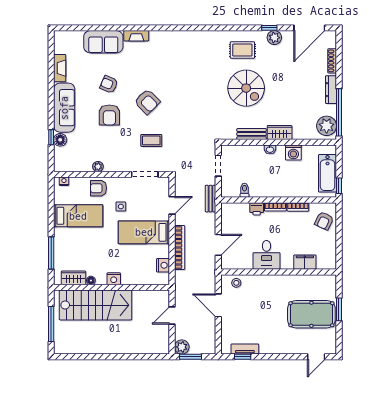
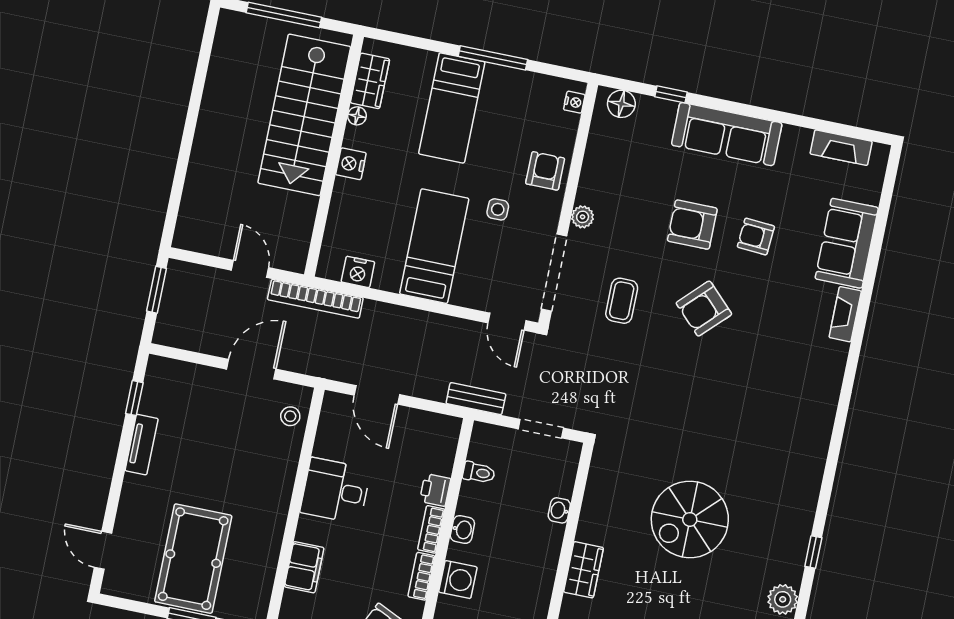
window: (269, 28) -> (813, 552), moved
rug: (242, 50) -> (770, 528), removed
fireplace: (60, 68) -> (841, 148), moved
armchair: (109, 84) -> (756, 237), turned -109
bench: (252, 134) -> (592, 511), removed
floor lamp: (60, 140) -> (621, 104), moved
washbasin: (270, 149) -> (559, 510), moved
washing machine: (293, 153) -> (458, 580), moved, turned 180
plant: (98, 167) -> (583, 217), moved
doorway: (145, 174) -> (554, 273), width x1.36
washbasin: (272, 192) -> (462, 530), added
door: (172, 205) -> (507, 322), moved
bed: (78, 216) -> (452, 108), moved
bookcase: (180, 248) -> (315, 299), moved
window: (51, 253) -> (493, 58), moved
plant: (182, 347) -> (181, 276), removed
tv unit: (245, 349) -> (142, 445), moved

